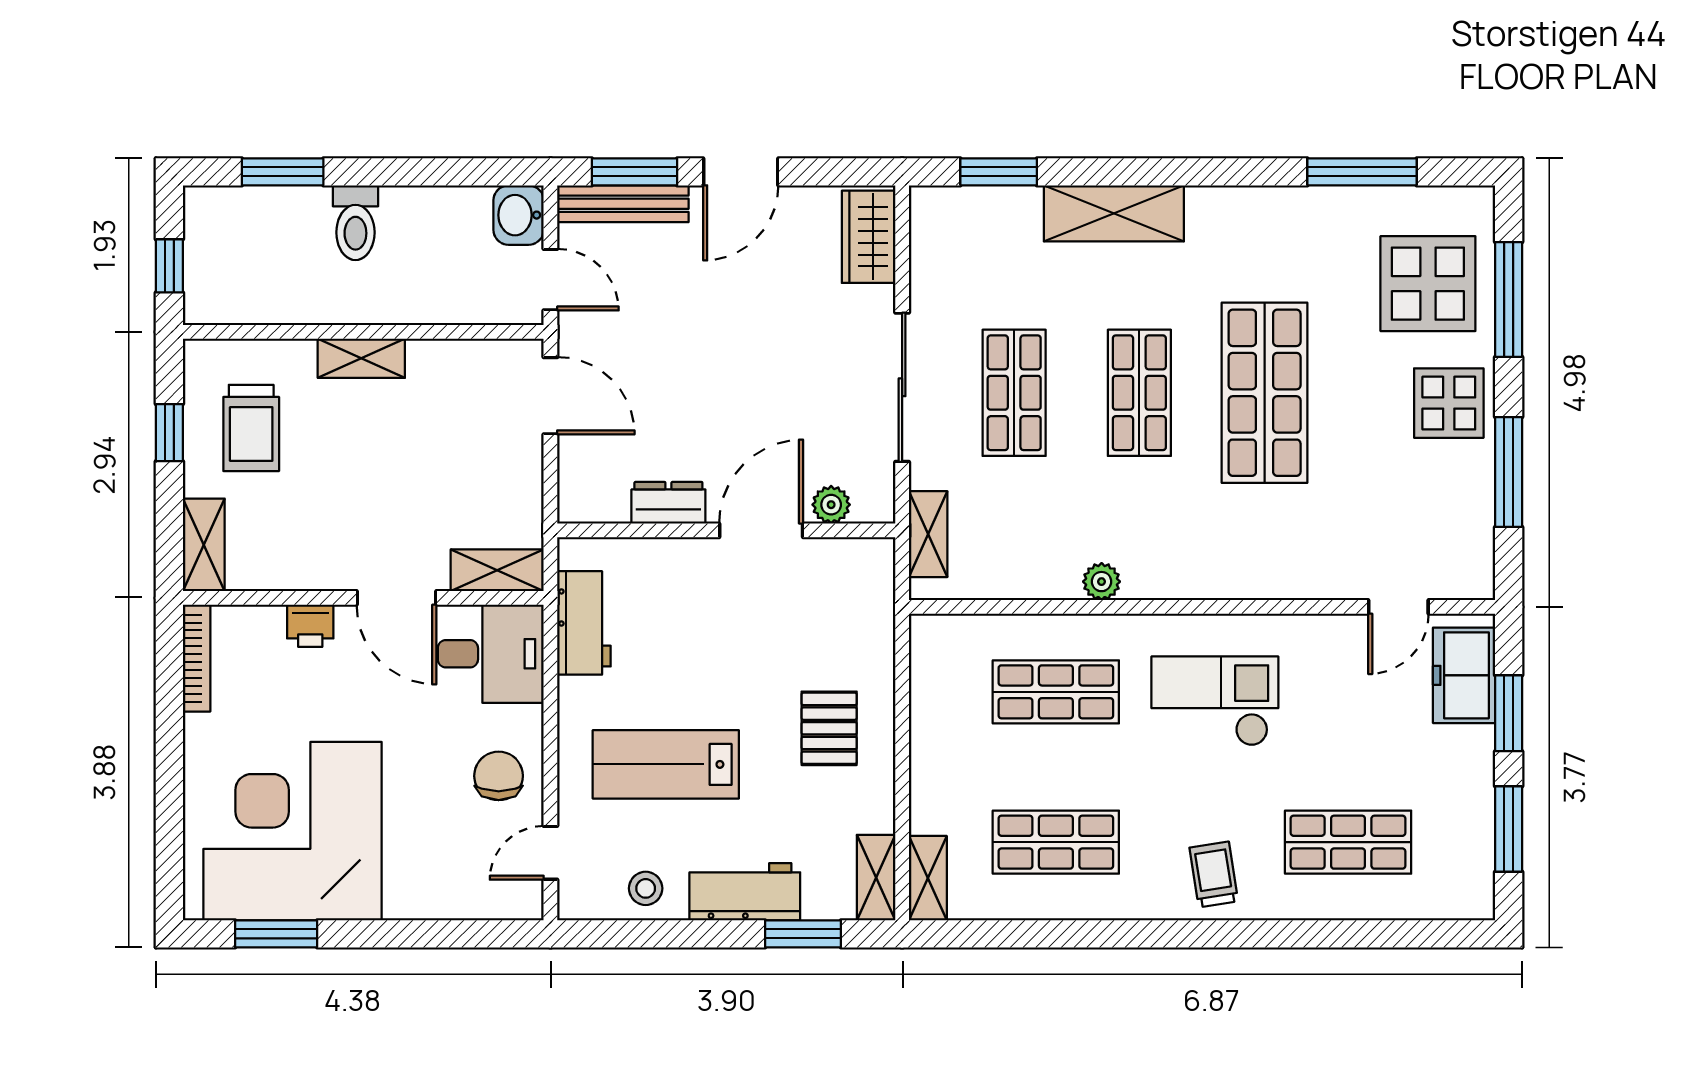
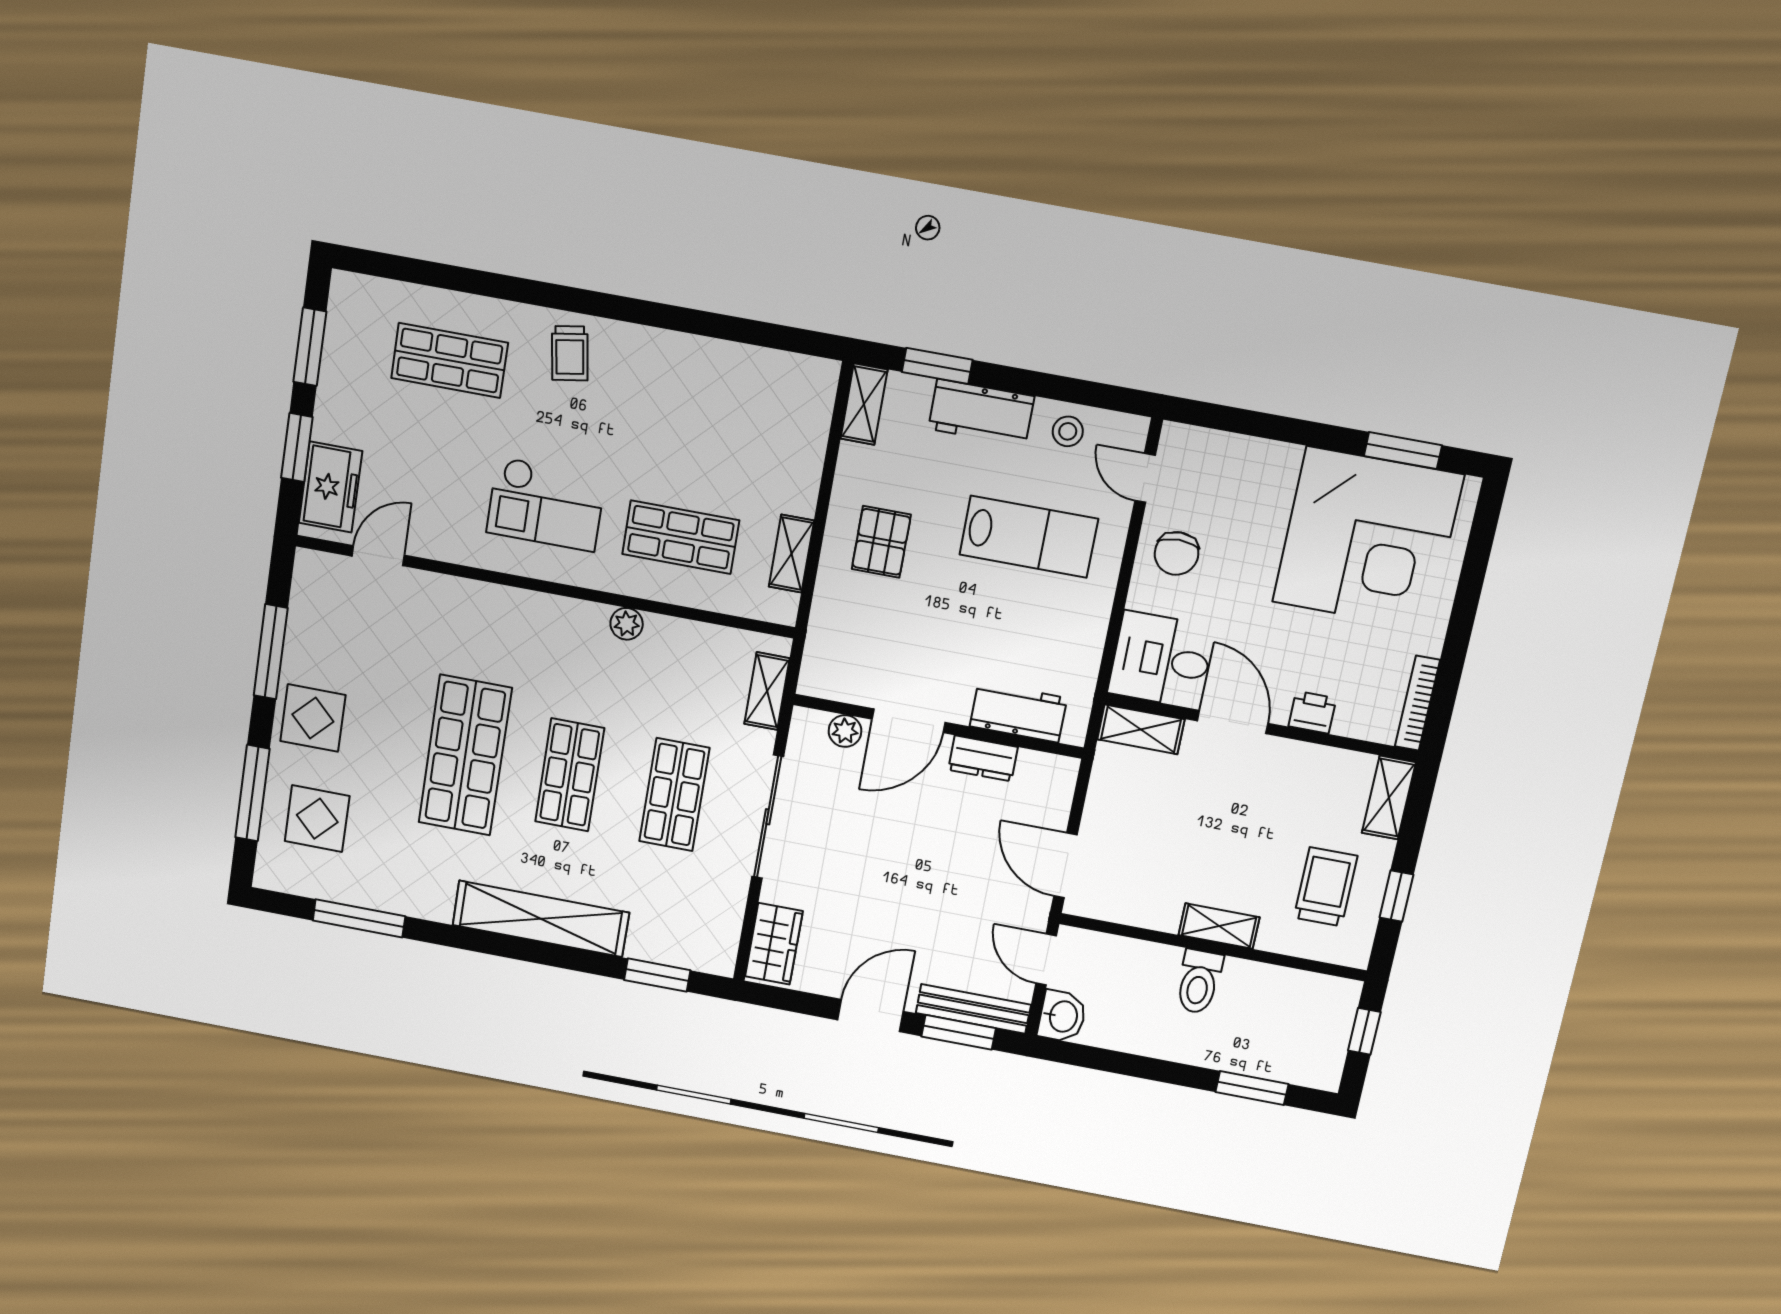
shelving: (1114, 213) -> (541, 919), width x1.47
toilet: (355, 223) -> (1199, 982), moved, turned 180
display table: (1428, 284) -> (317, 819), width x0.73, depth x0.73
workbench: (584, 623) -> (1018, 712), moved, turned 90
shop shelf: (1056, 842) -> (702, 407), removed
door: (550, 853) -> (1145, 478), swing flipped
shelving: (928, 878) -> (791, 554), moved

